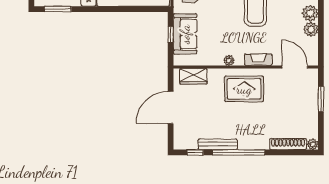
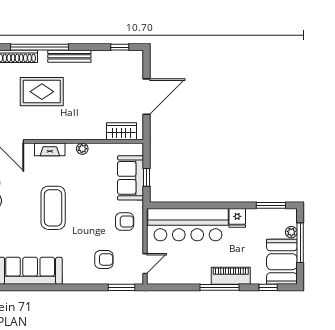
rug: (244, 89) -> (42, 92), moved
bench: (218, 144) -> (69, 56), moved
window: (239, 152) -> (39, 47), moved

